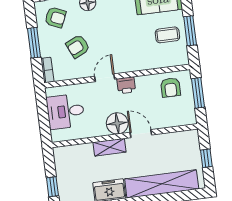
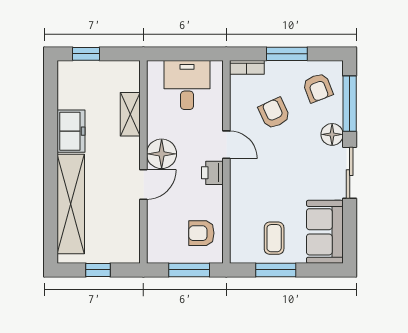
armchair: (55, 17) -> (318, 88), turned -45
shelving: (110, 147) -> (130, 114), moved

